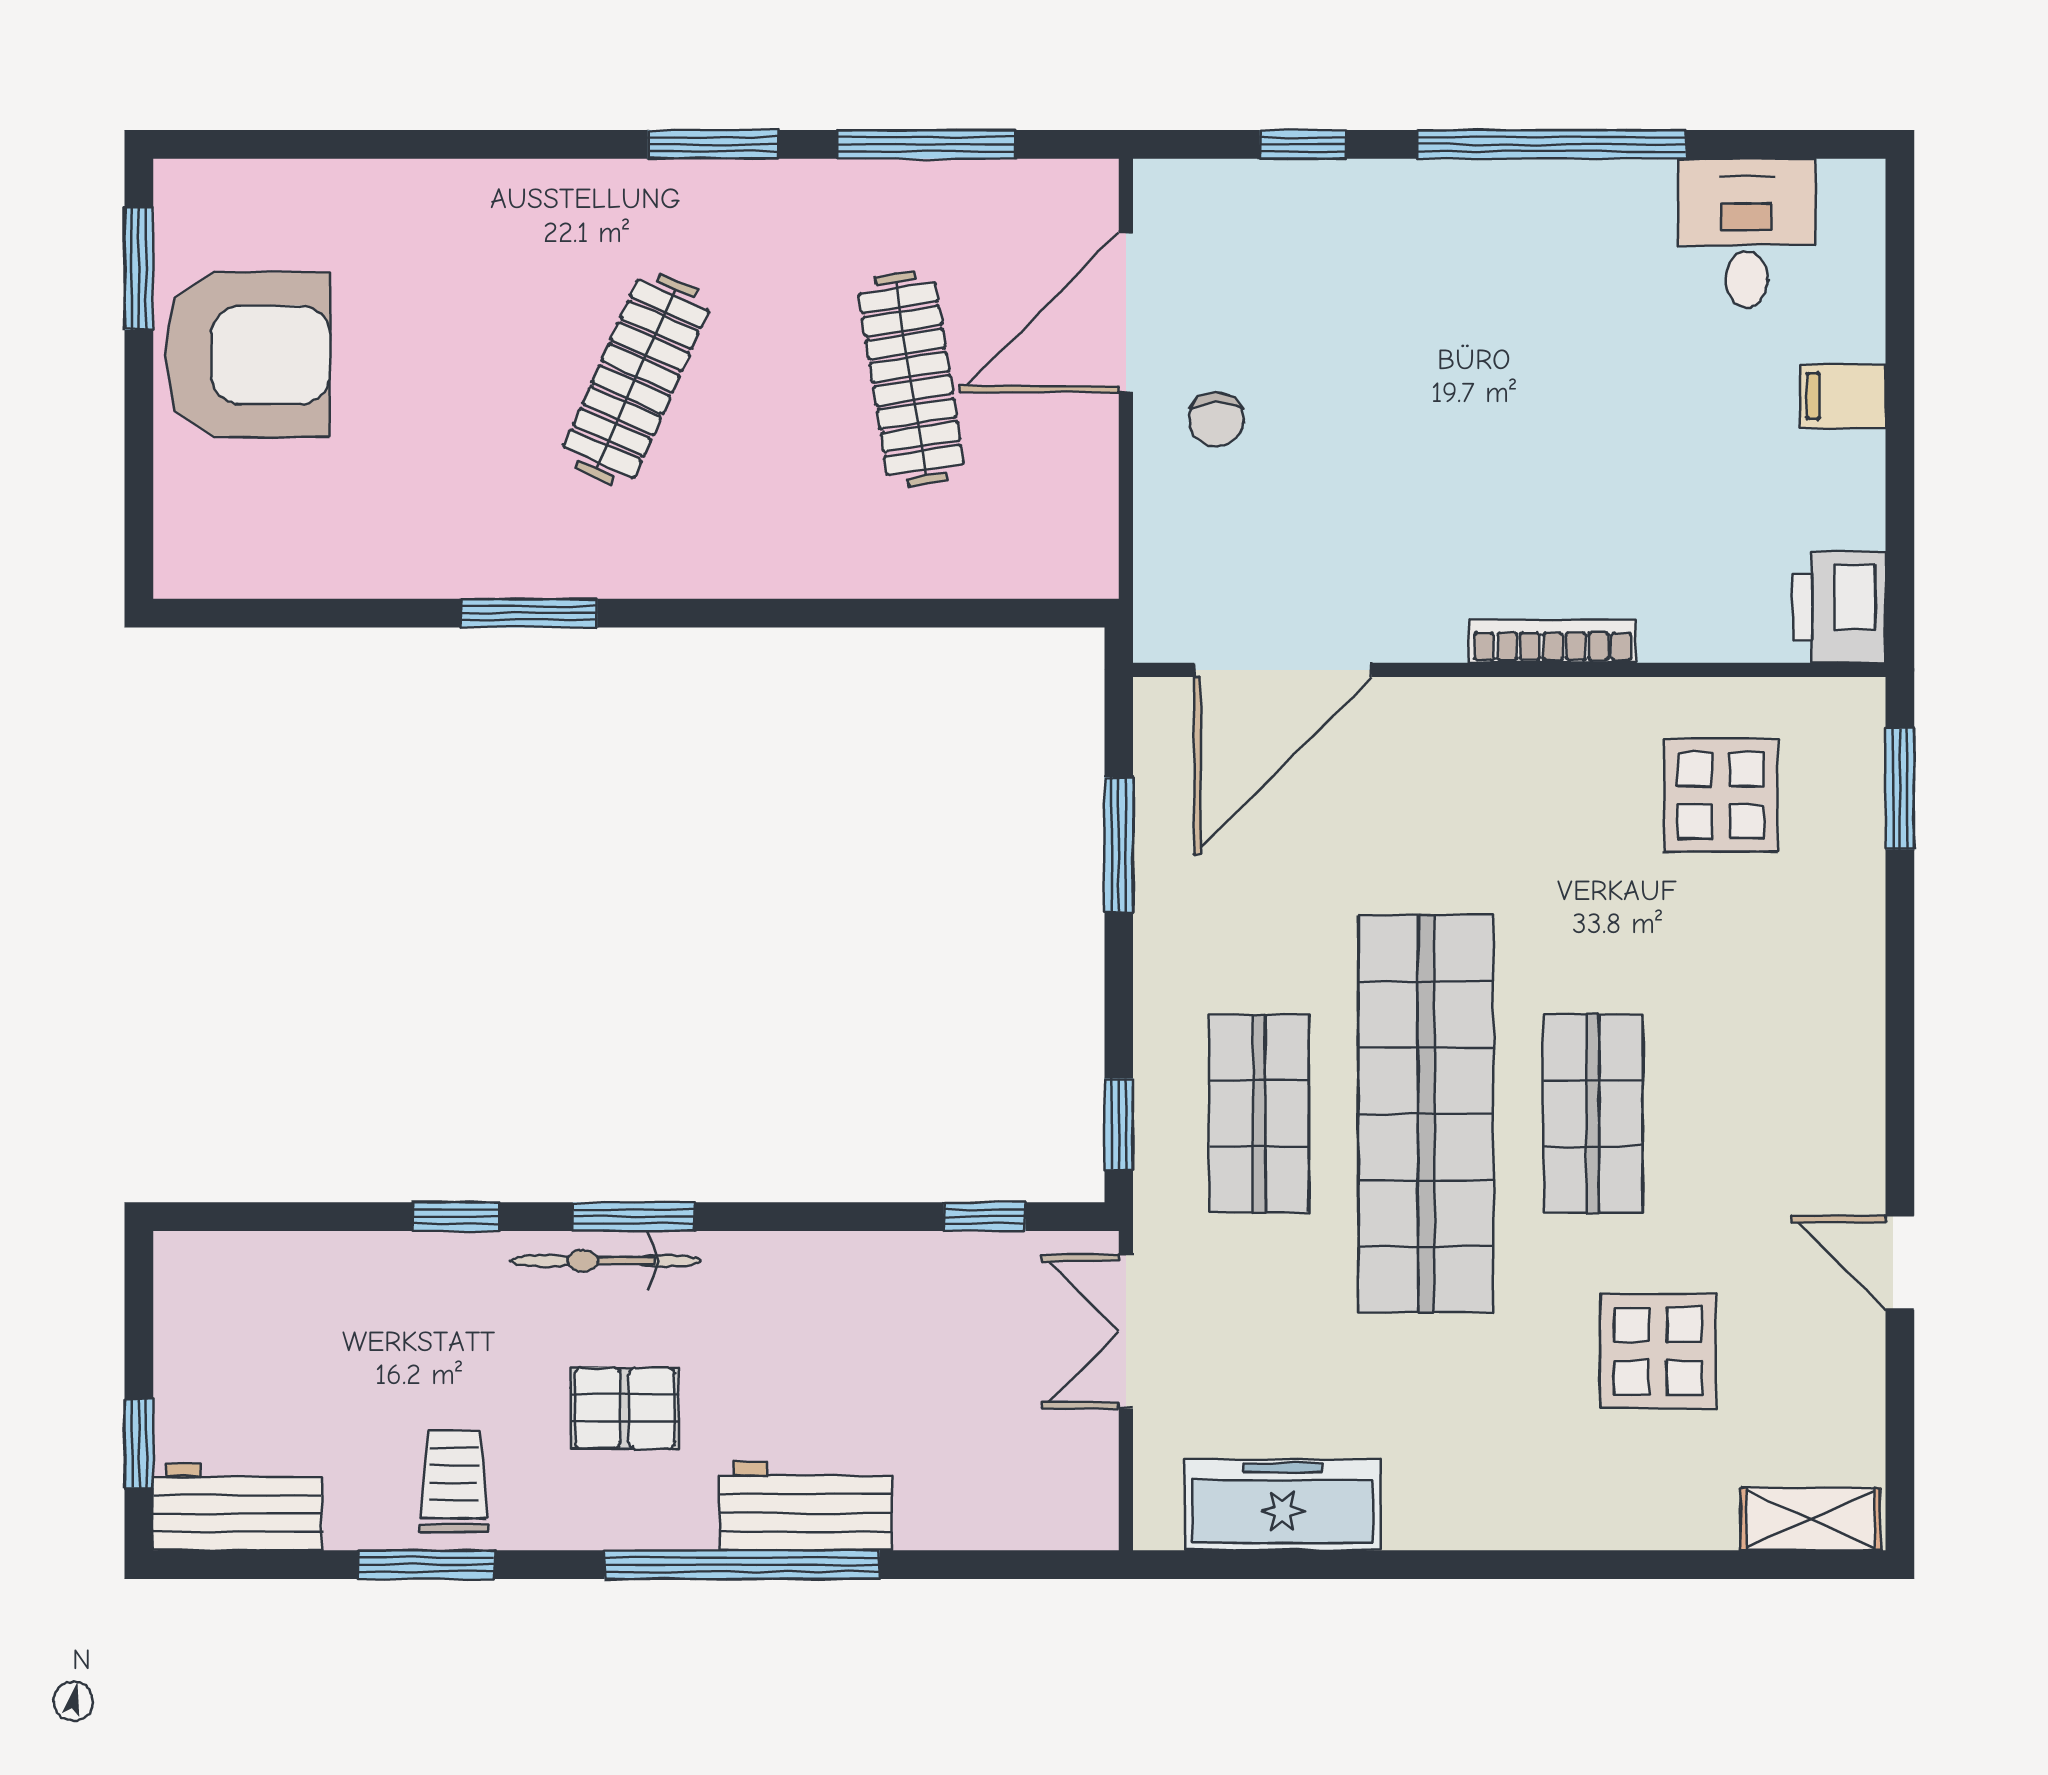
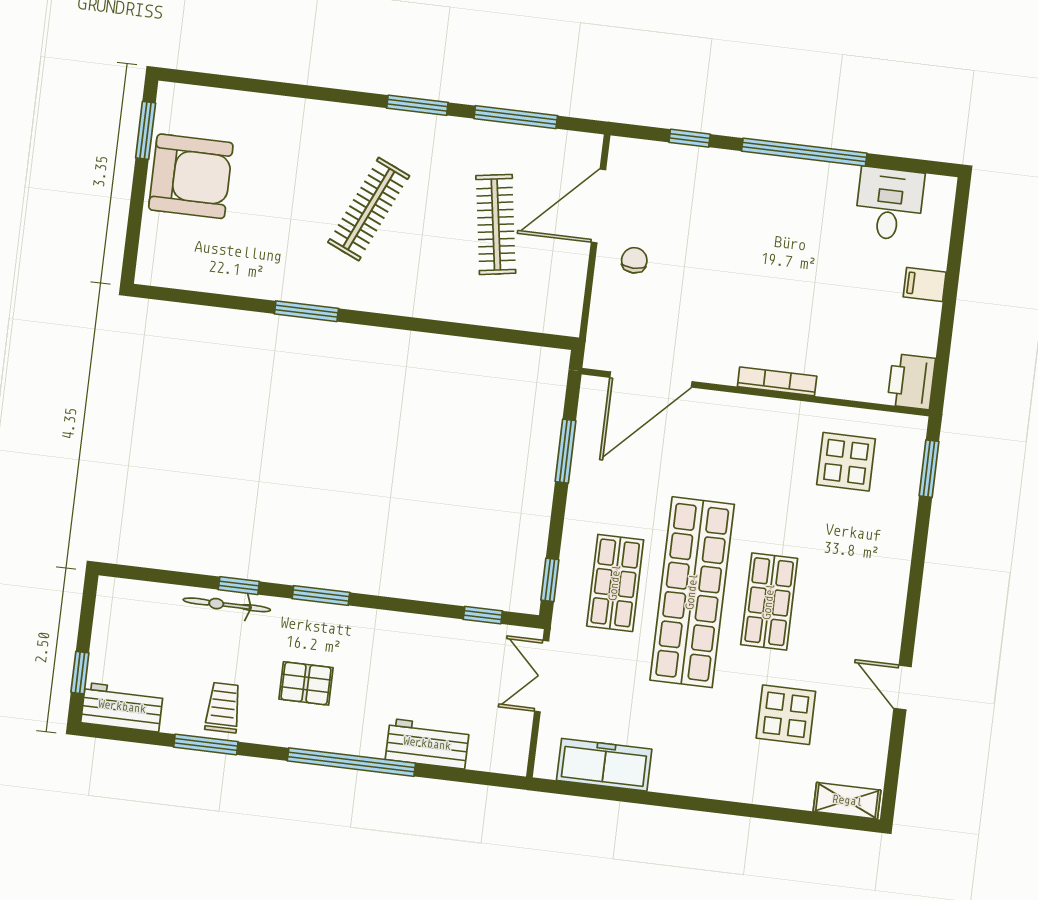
chair: (1216, 420) -> (634, 260), turned 180
bicycle: (606, 1261) -> (227, 605), moved
workbench: (806, 1506) -> (427, 744), moved

